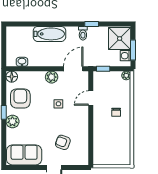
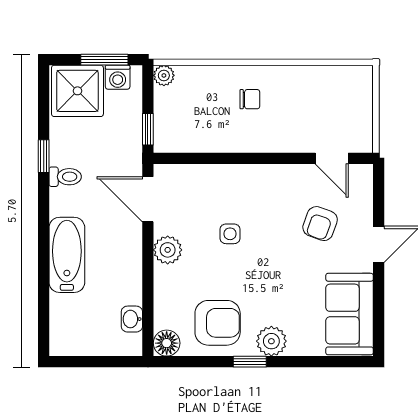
armchair: (20, 98) -> (218, 323), turned 180
door: (91, 98) -> (332, 158), moved

